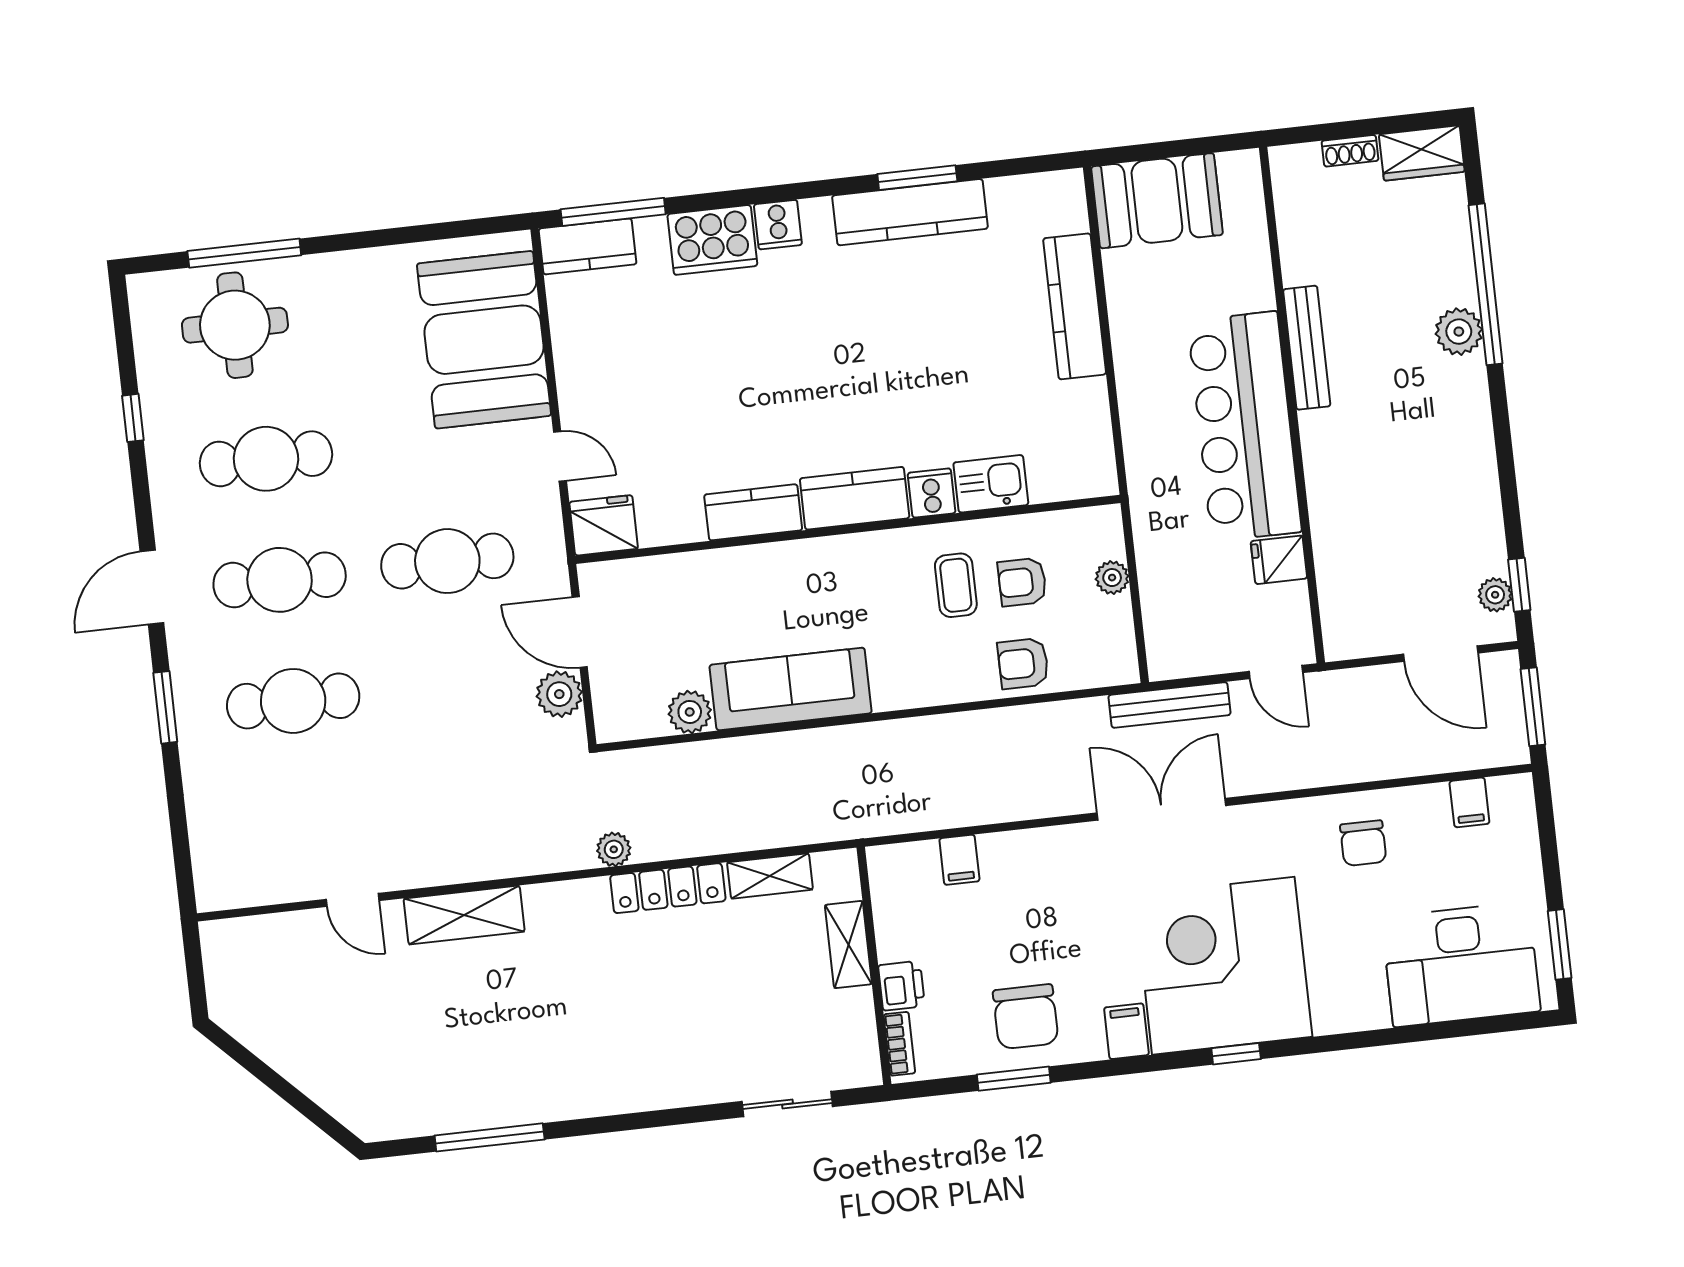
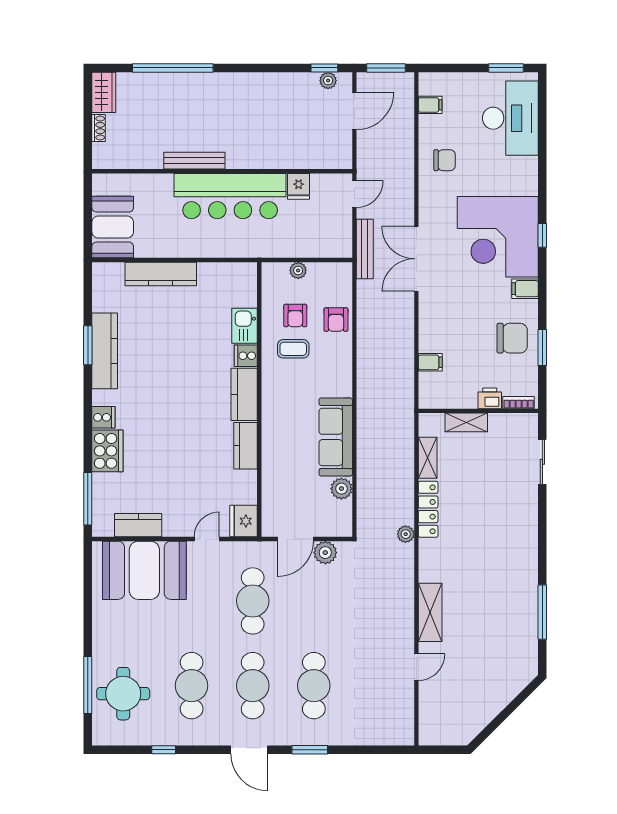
kitchen counter: (588, 246) -> (138, 525), moved, turned -90
plant: (1459, 332) -> (195, 84), removed

